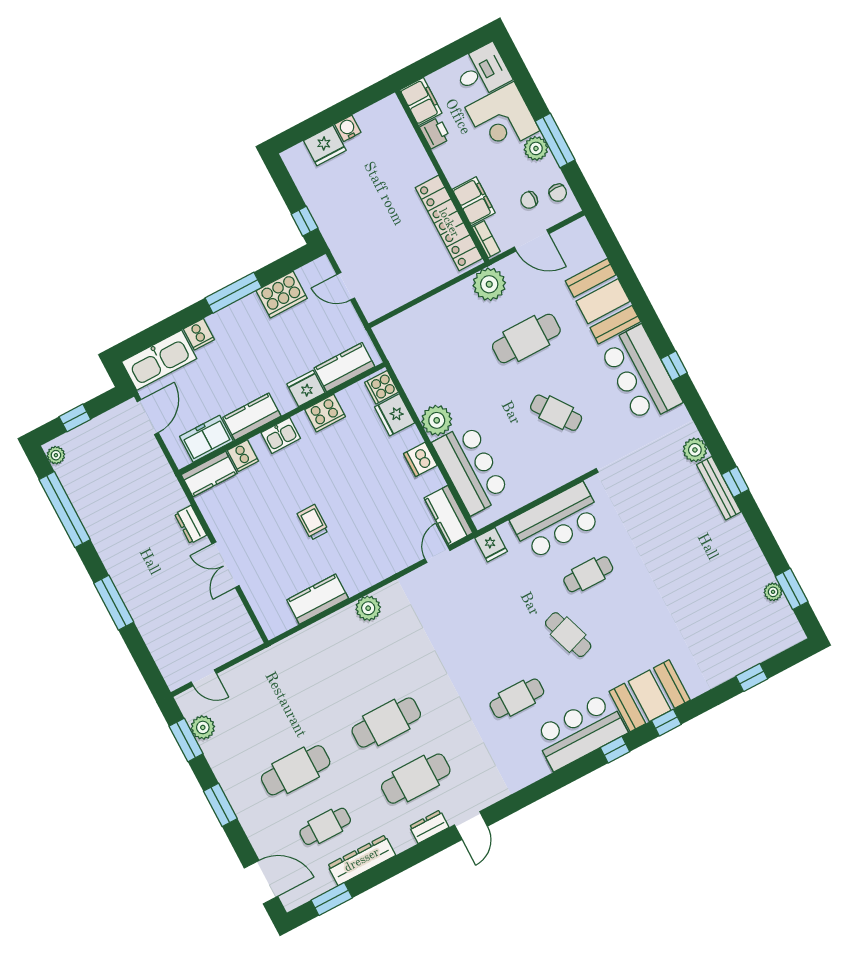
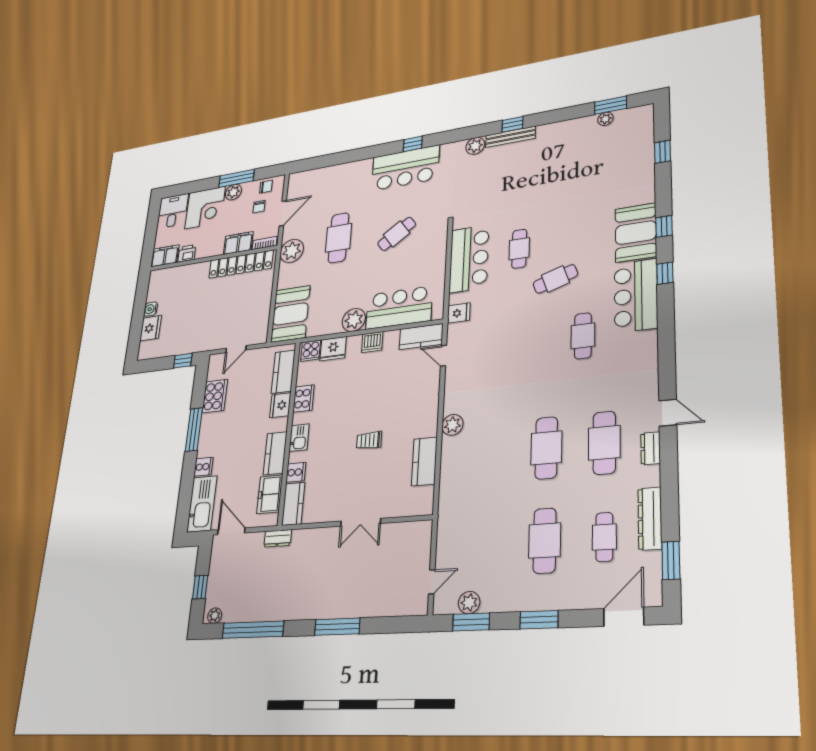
booth: (603, 301) -> (290, 314), moved, turned 90
dresser: (191, 525) -> (278, 538), moved

